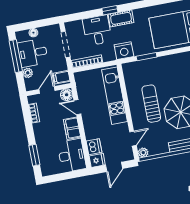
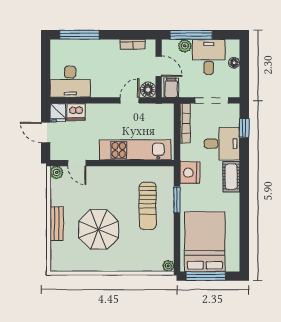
window: (110, 10) -> (244, 128), moved
window: (16, 56) -> (191, 35), moved
sun lounger: (151, 104) -> (148, 206), moved, turned 90
filing cabinet: (72, 128) -> (104, 89), removed
window: (34, 155) -> (79, 35), width x1.44

